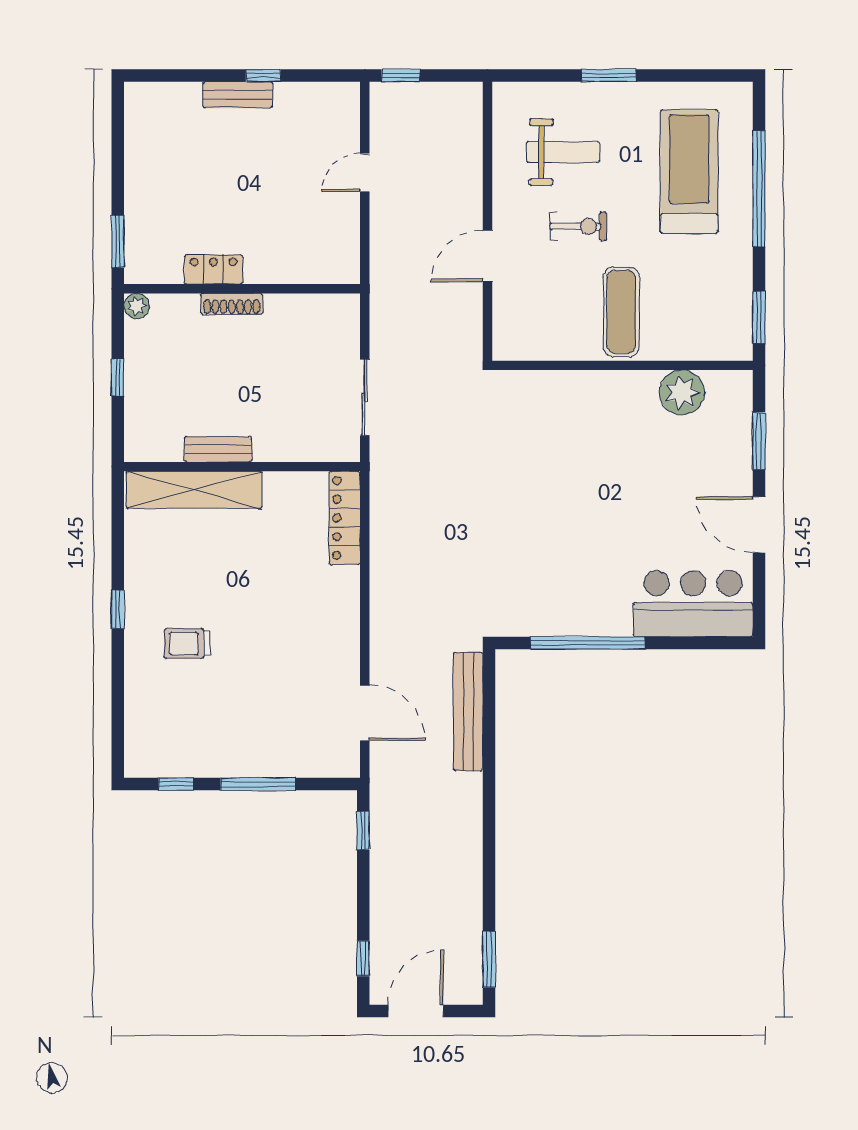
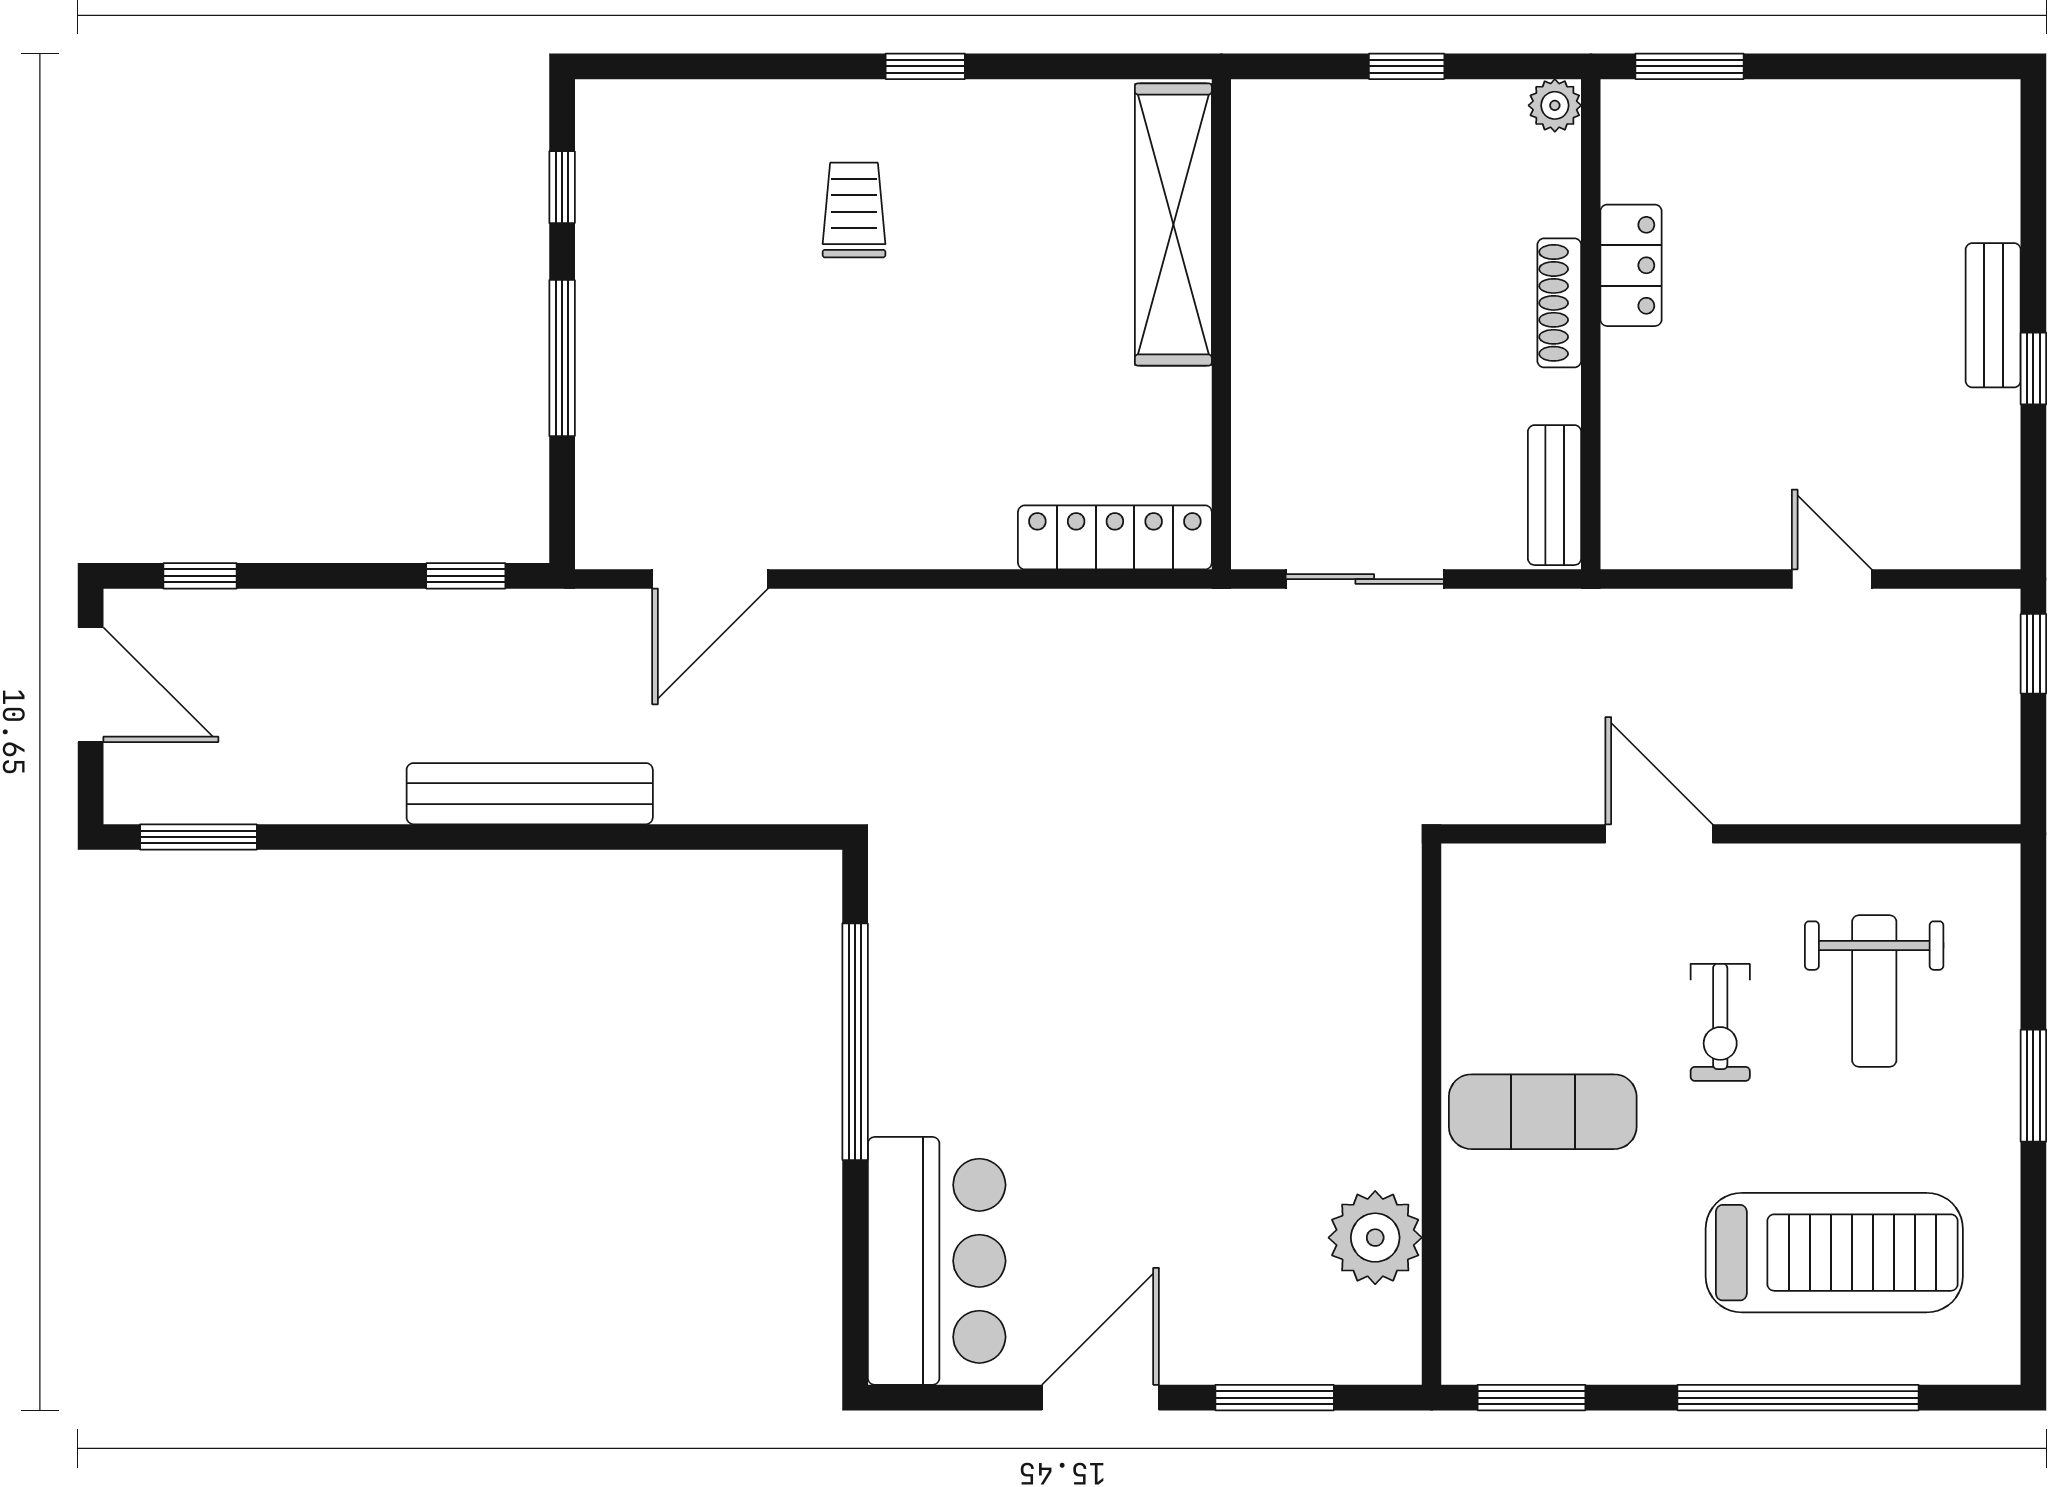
bench: (218, 449) -> (1554, 495), moved
bench: (468, 711) -> (530, 794), moved

